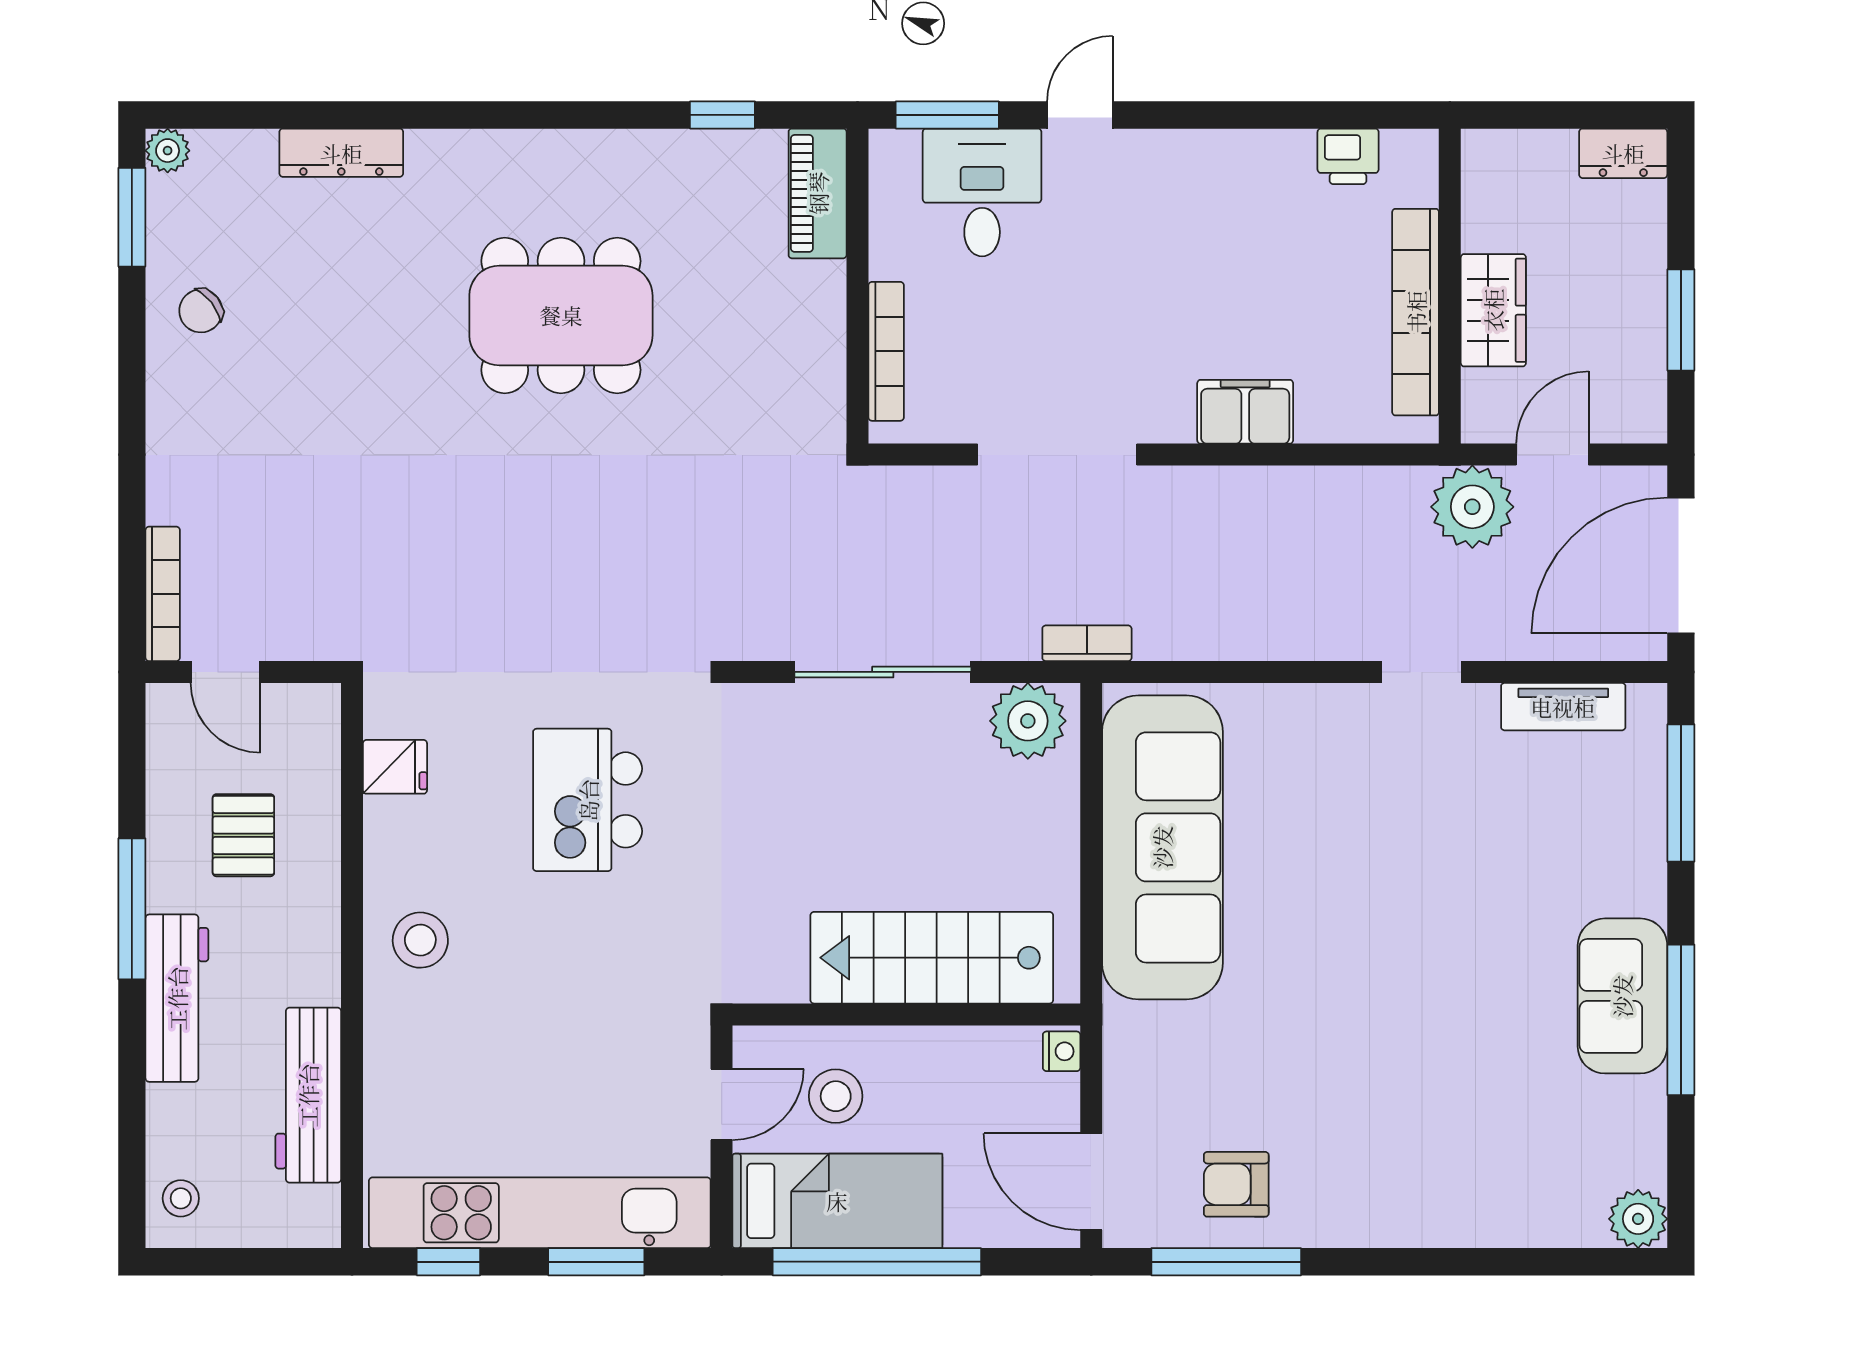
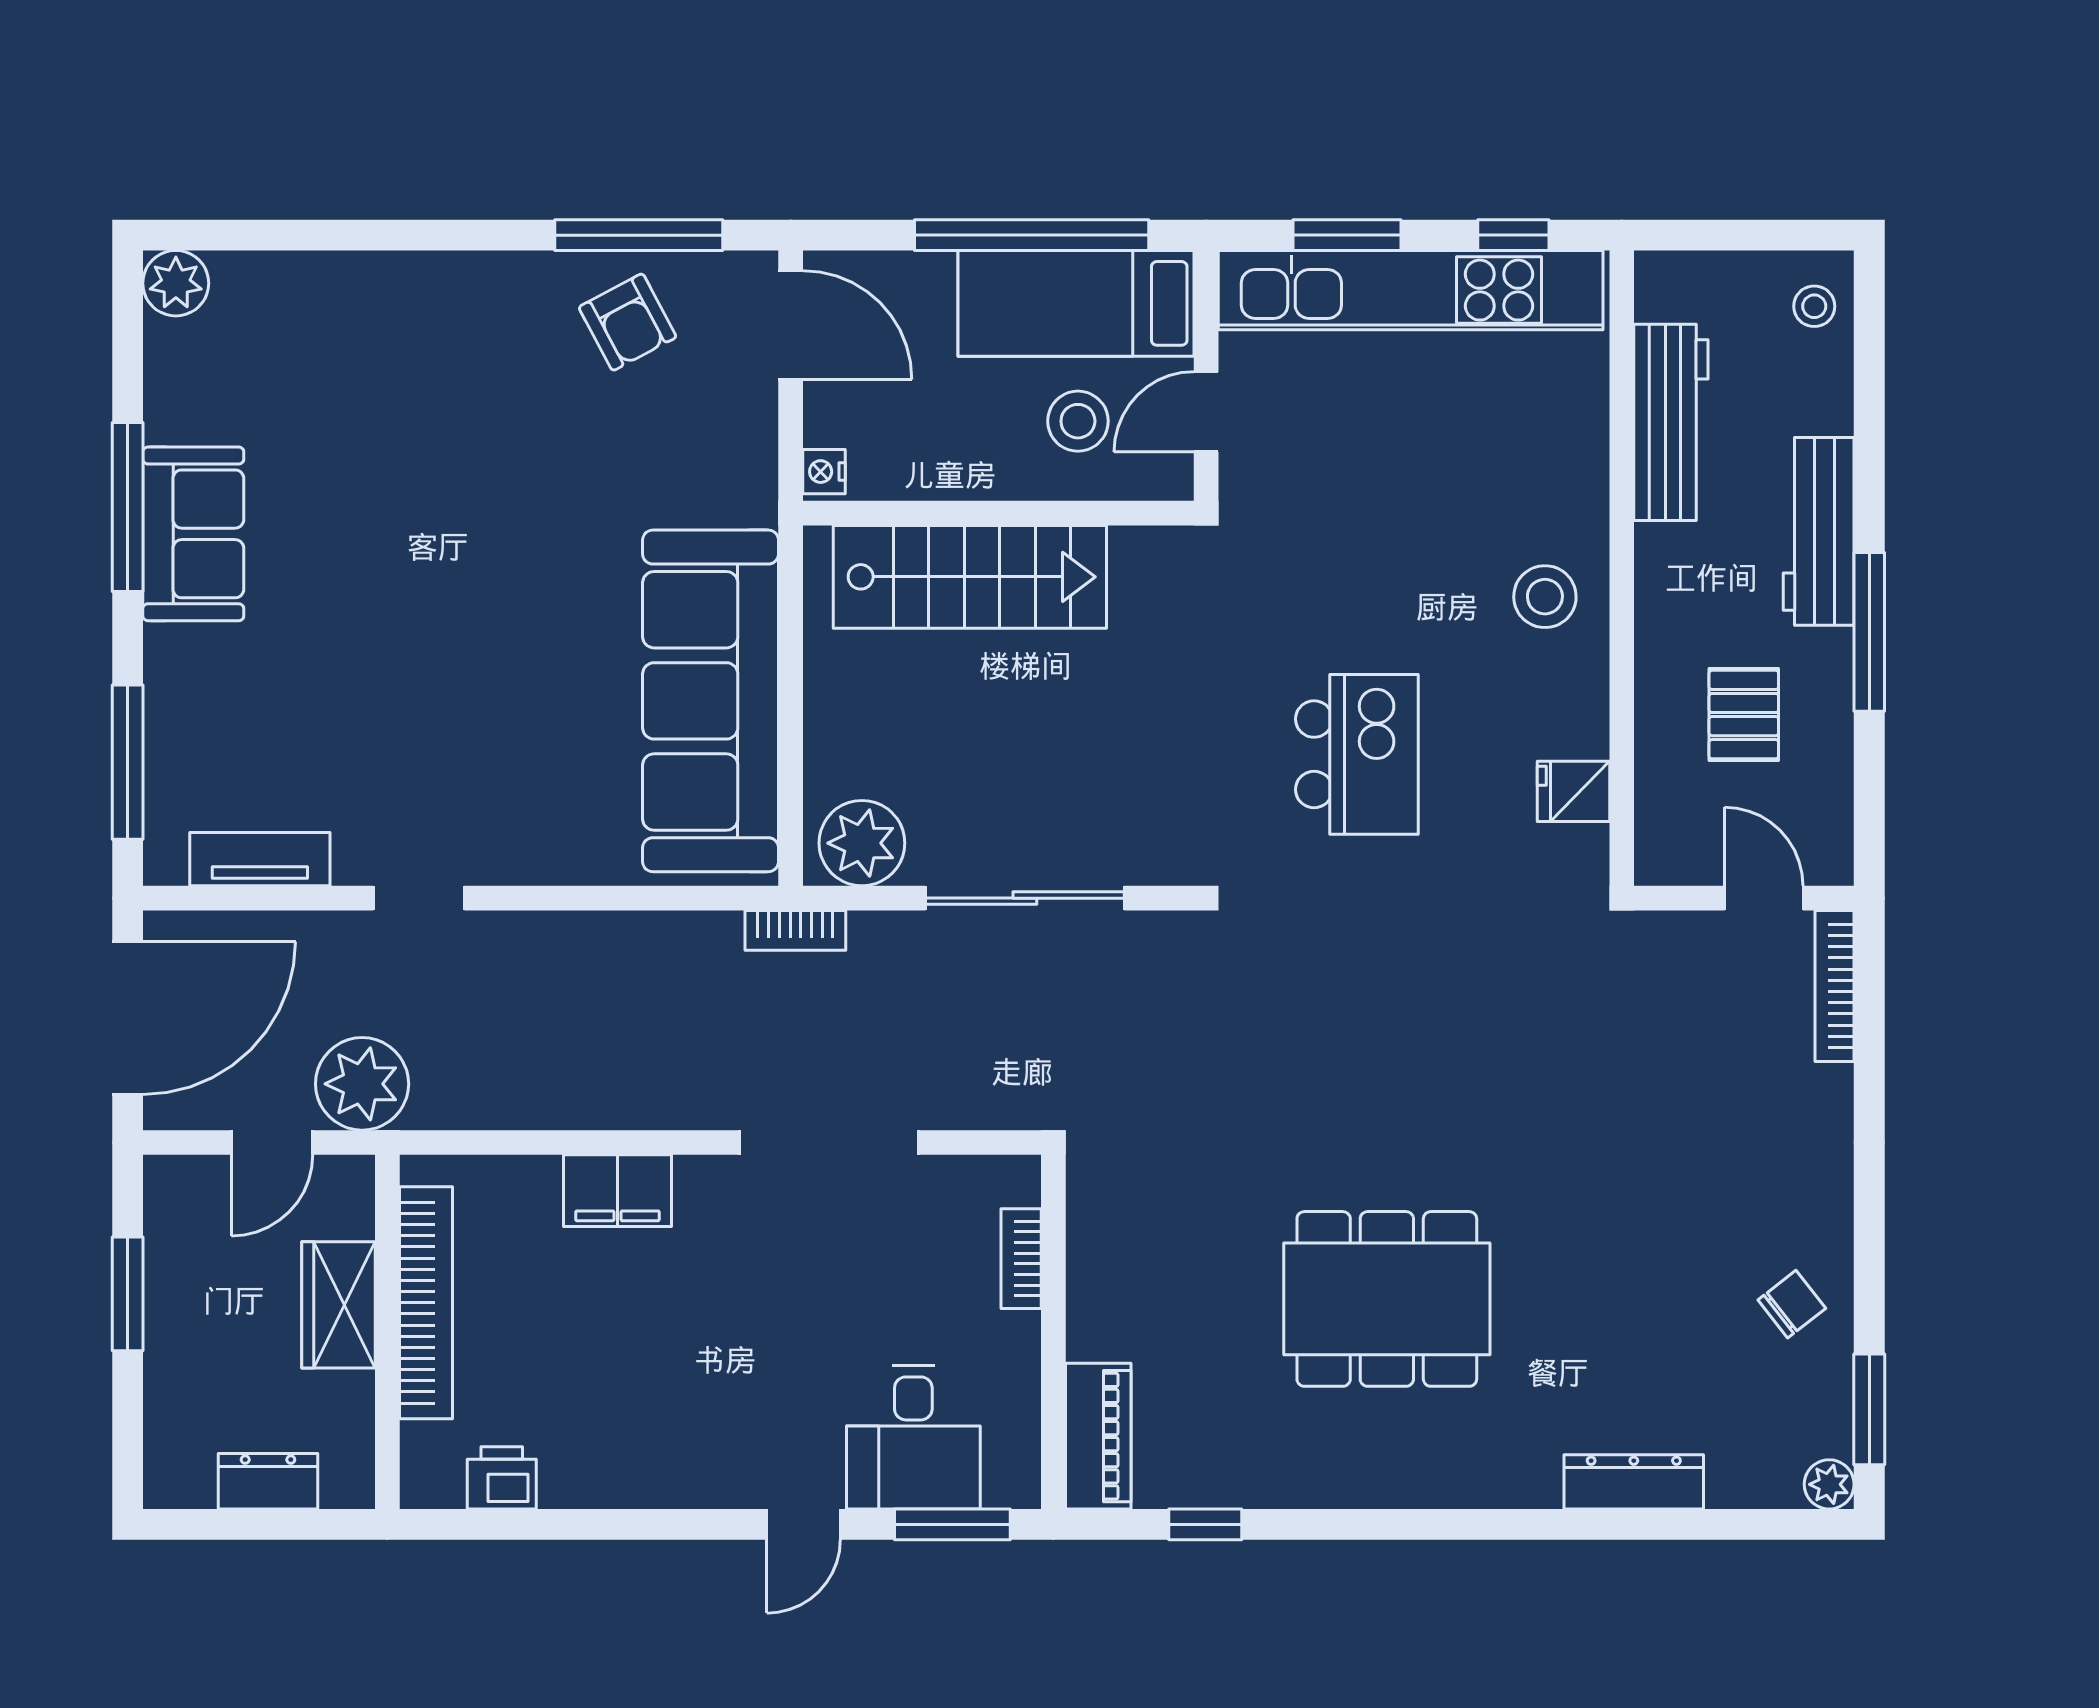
dresser: (1623, 153) -> (268, 1481), moved
bookcase: (886, 351) -> (1021, 1259), width x0.64
armchair: (1236, 1184) -> (628, 322), turned 62

